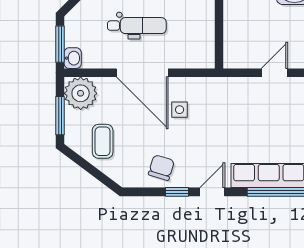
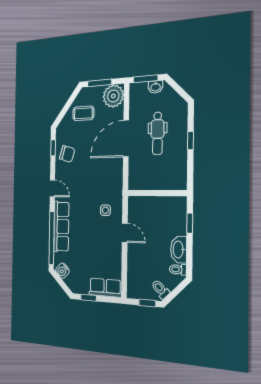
washbasin: (73, 58) -> (156, 87), moved
side table: (180, 110) -> (105, 210), moved
window: (177, 192) -> (53, 148), moved

